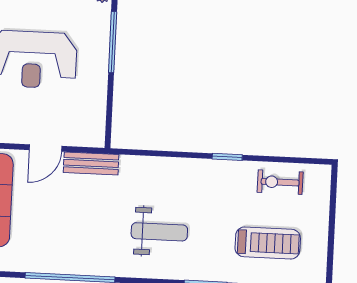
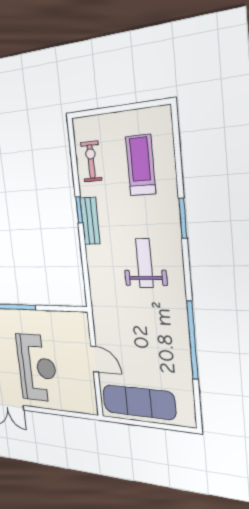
bench: (91, 163) -> (90, 221), moved
exercise bike: (280, 182) -> (91, 161), turned 180

